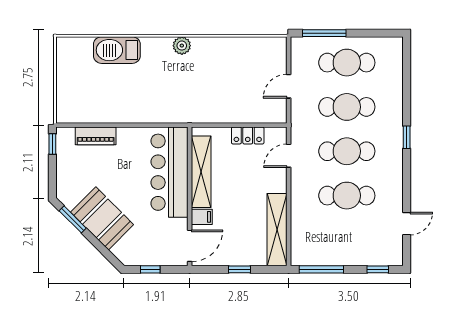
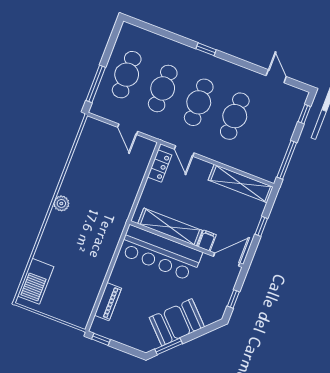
barbecue: (117, 50) -> (36, 281), moved
locker: (248, 135) -> (160, 166), moved
door: (190, 246) -> (227, 260), hinge flipped

